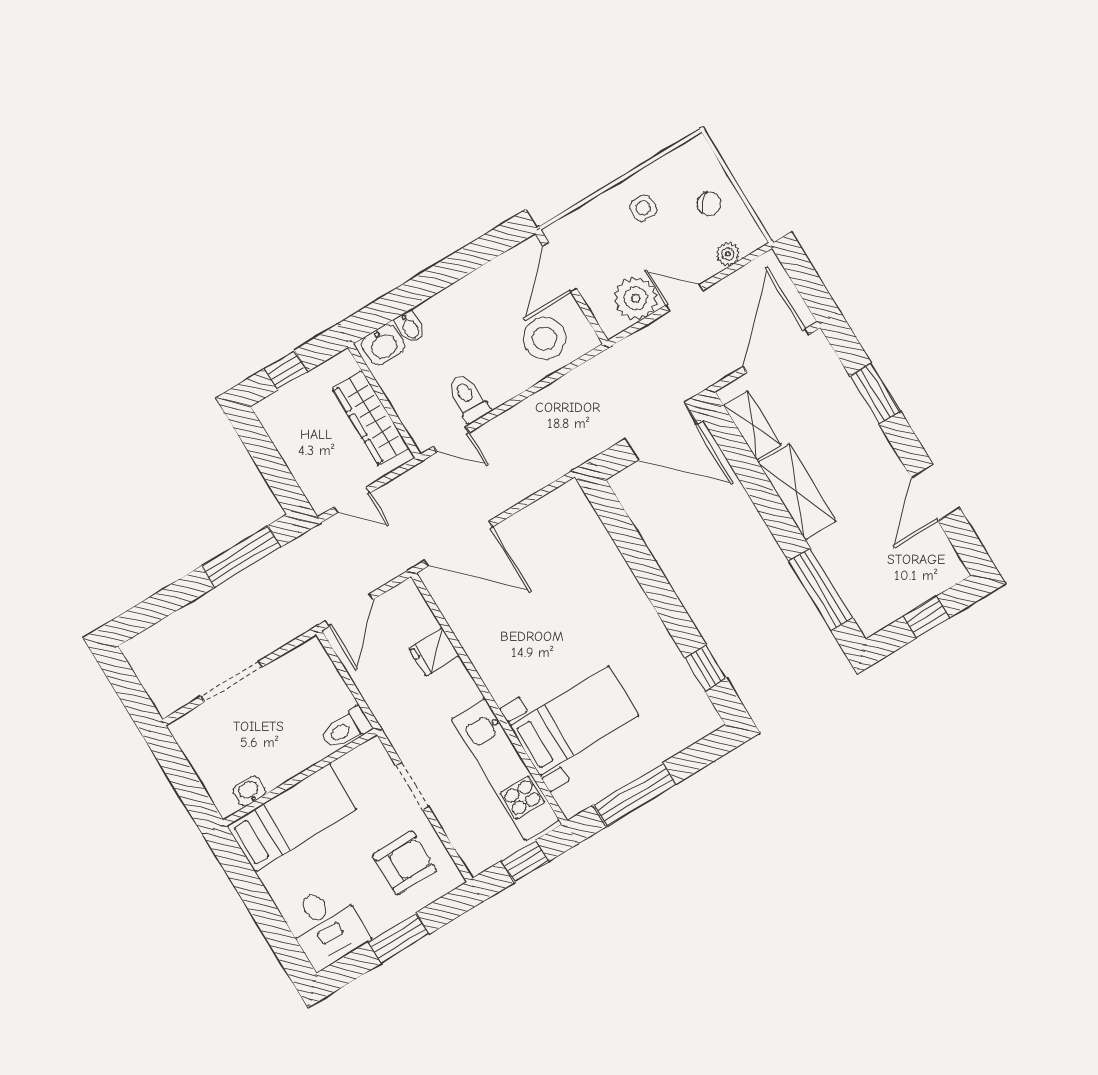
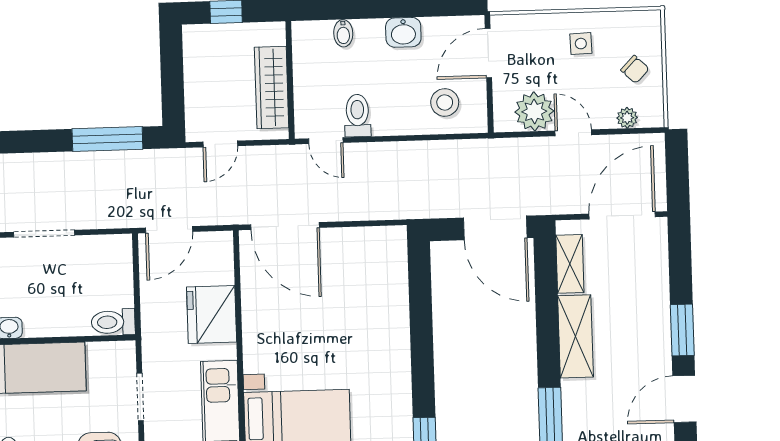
stool: (545, 338) -> (445, 102), width x0.73, depth x0.73
washbasin: (383, 345) -> (403, 32), moved
window: (875, 394) -> (682, 330), moved
door: (352, 500) -> (220, 144), hinge flipped
fridge: (434, 652) -> (212, 314), width x1.88, depth x1.34

